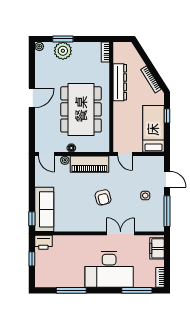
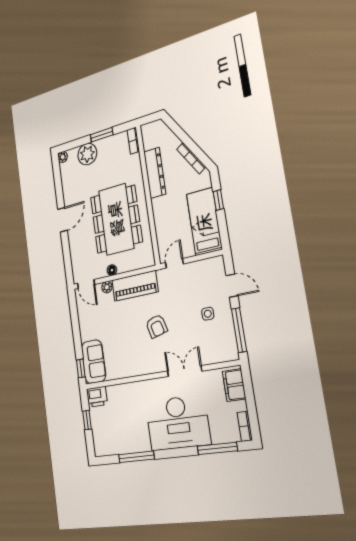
window: (63, 39) -> (102, 135), moved
door: (125, 154) -> (174, 263), swing flipped
sofa: (44, 209) -> (93, 362), width x0.73

